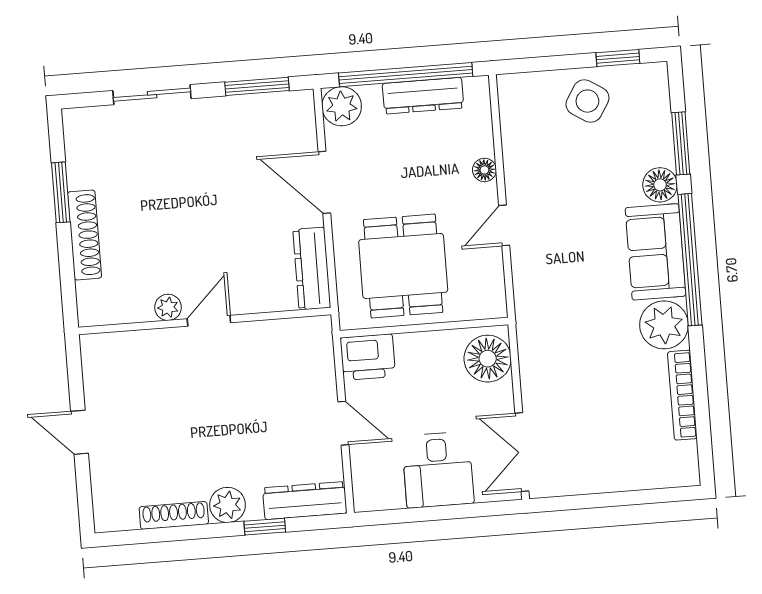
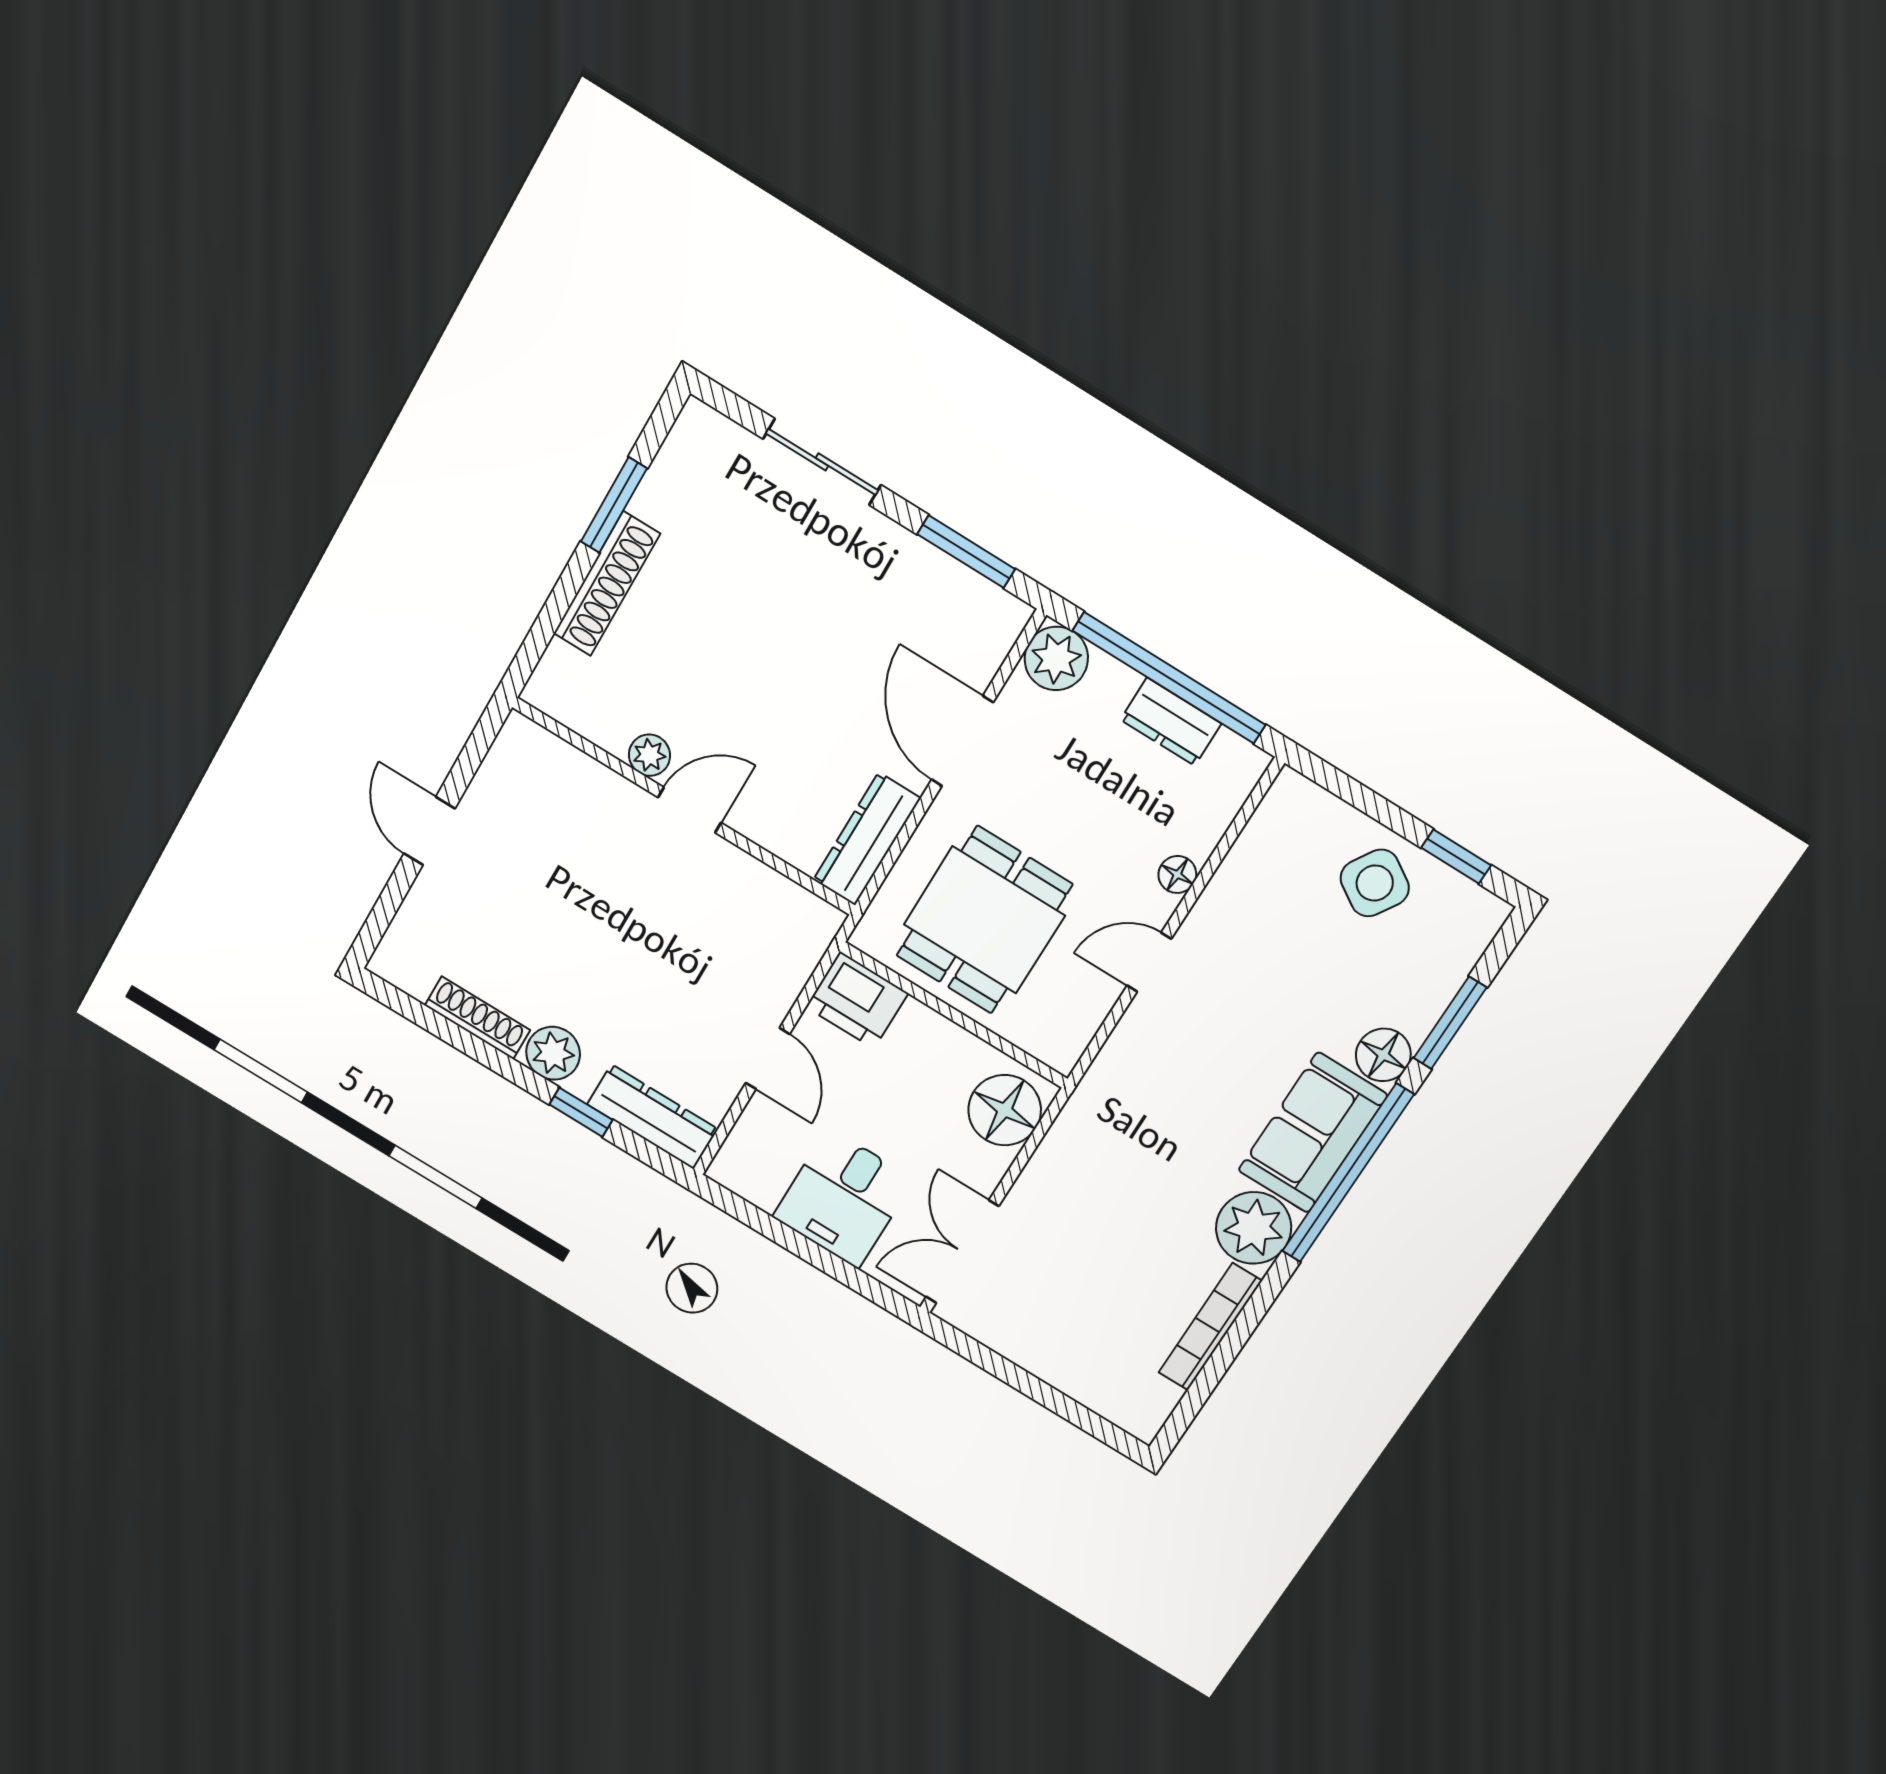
dresser: (423, 96) -> (1171, 722), width x0.70

